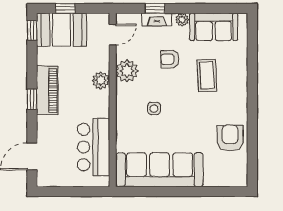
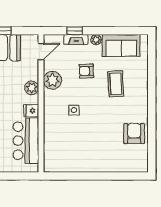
fridge: (100, 109) -> (31, 111), added
sofa: (160, 170) -> (78, 159), removed

